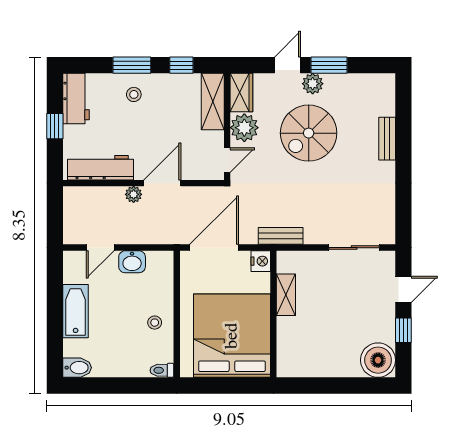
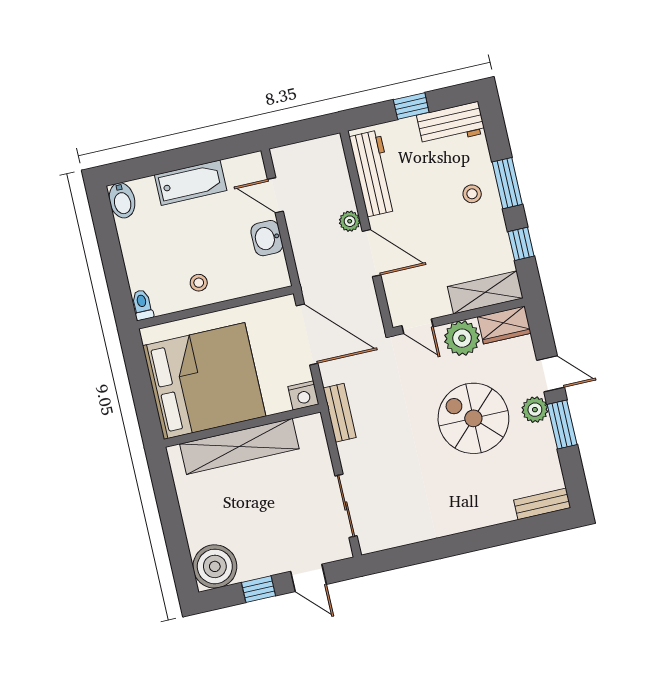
bench: (387, 139) -> (542, 504), moved
shelving: (286, 295) -> (239, 446), width x2.20, depth x1.33

